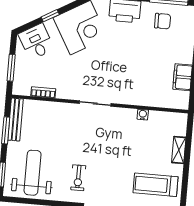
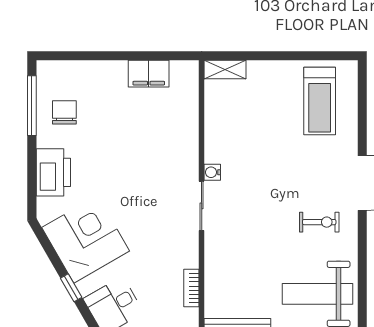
water cooler: (143, 115) -> (212, 172), moved
shelving: (179, 150) -> (225, 70), moved

